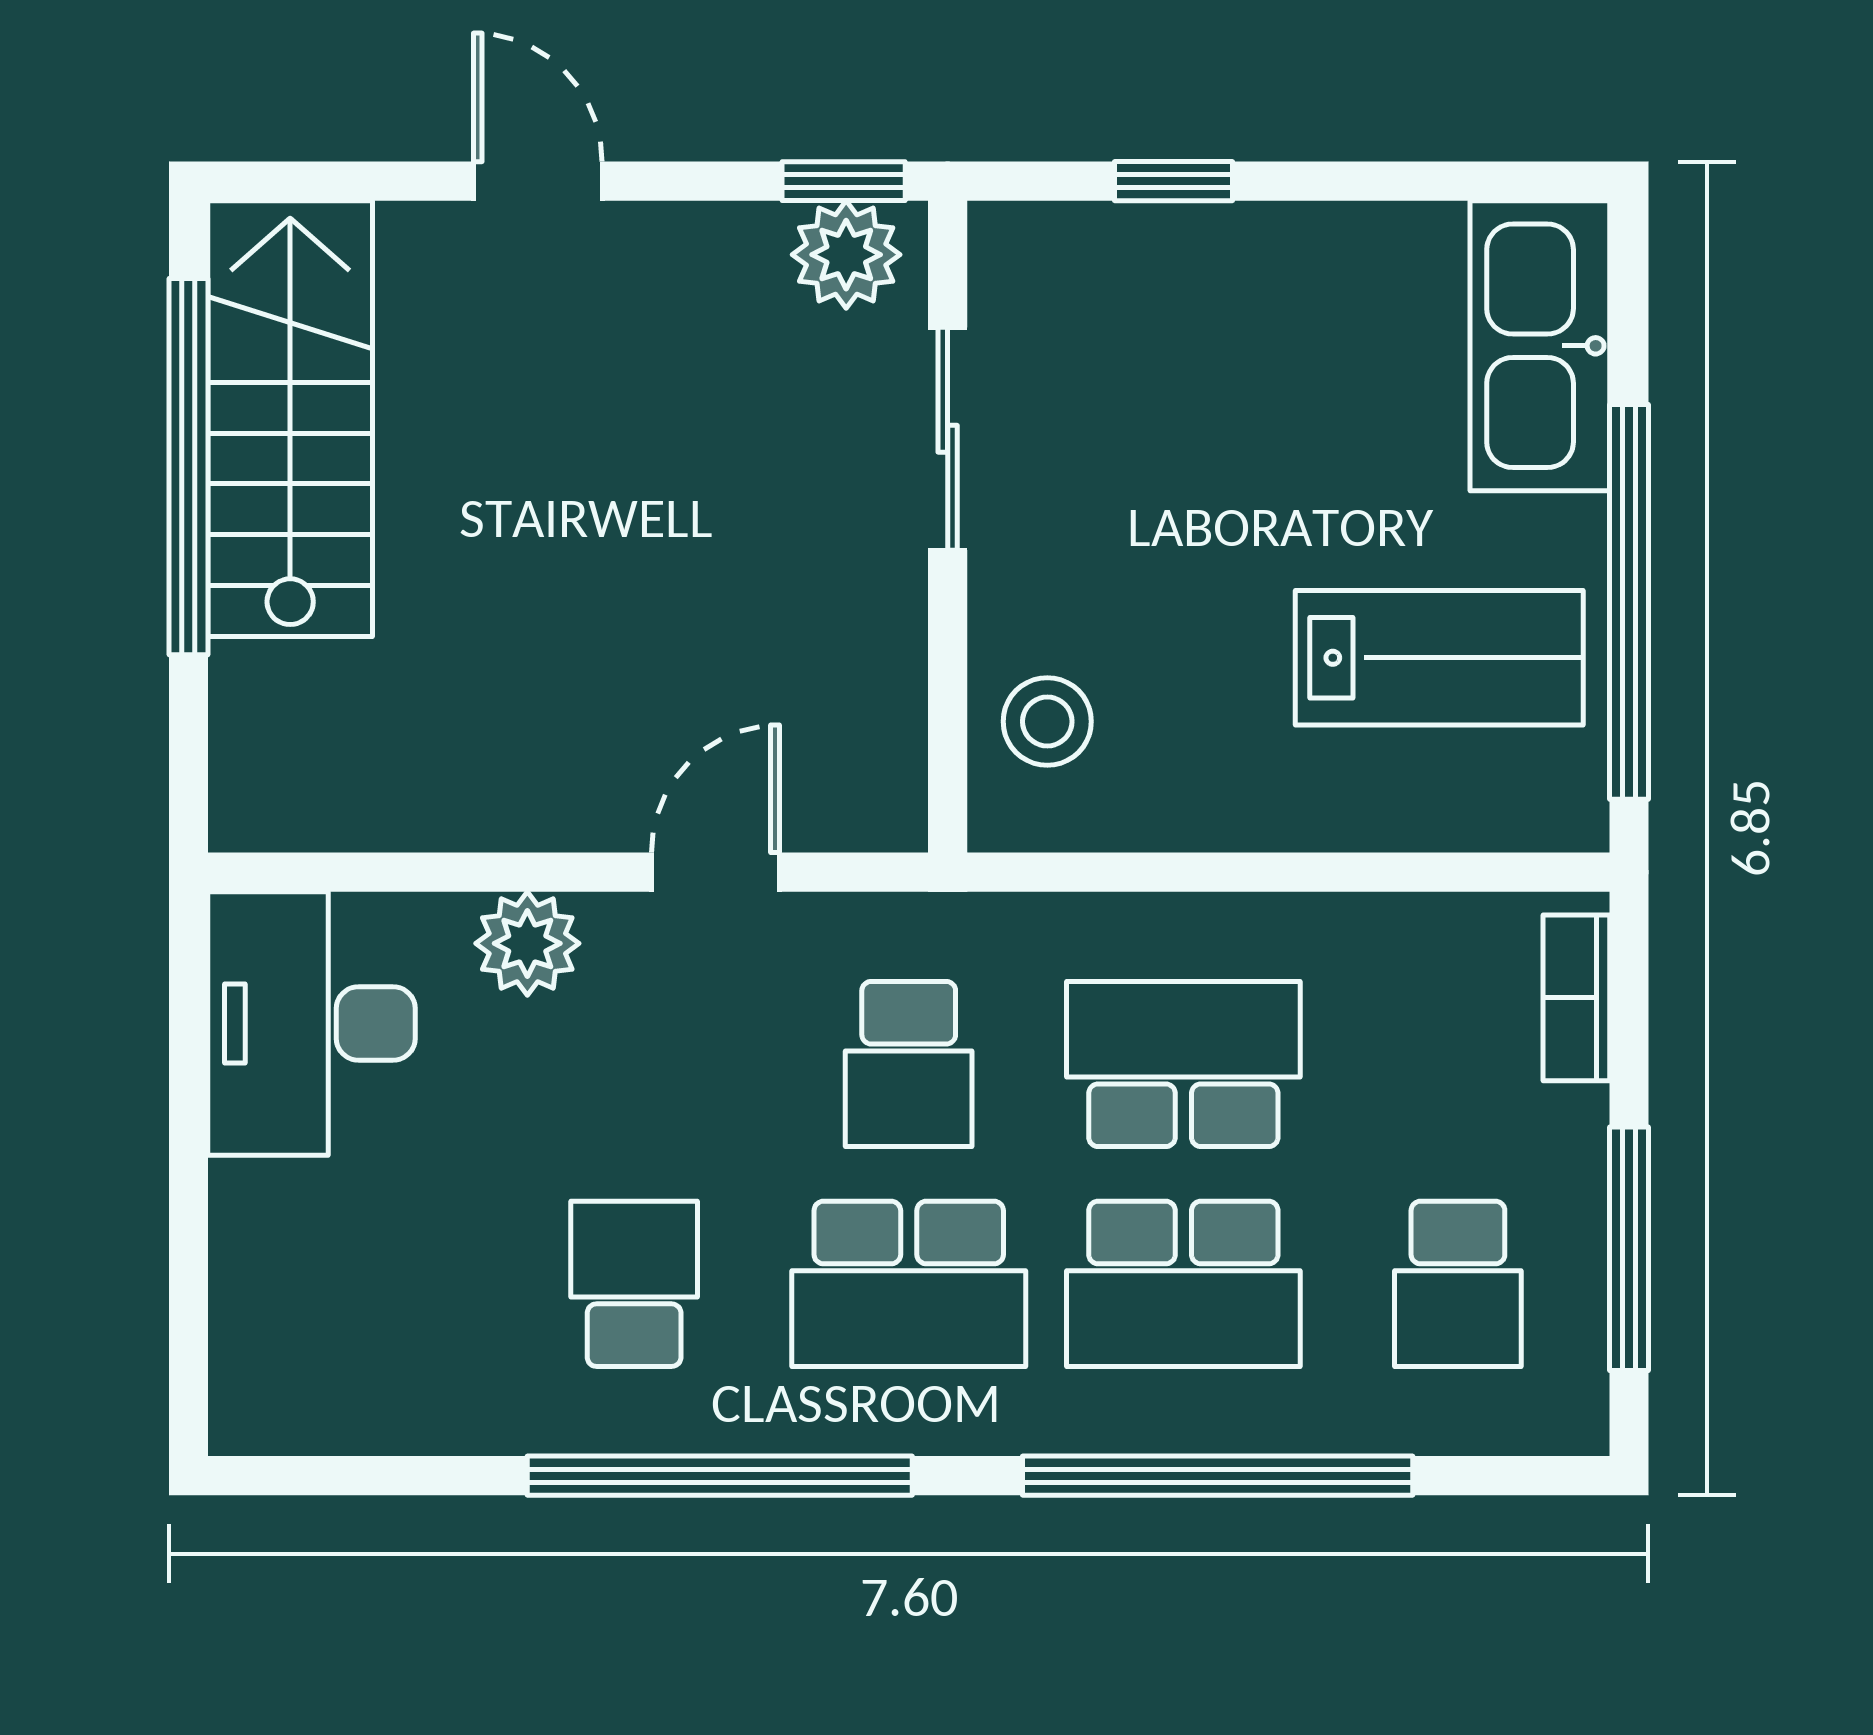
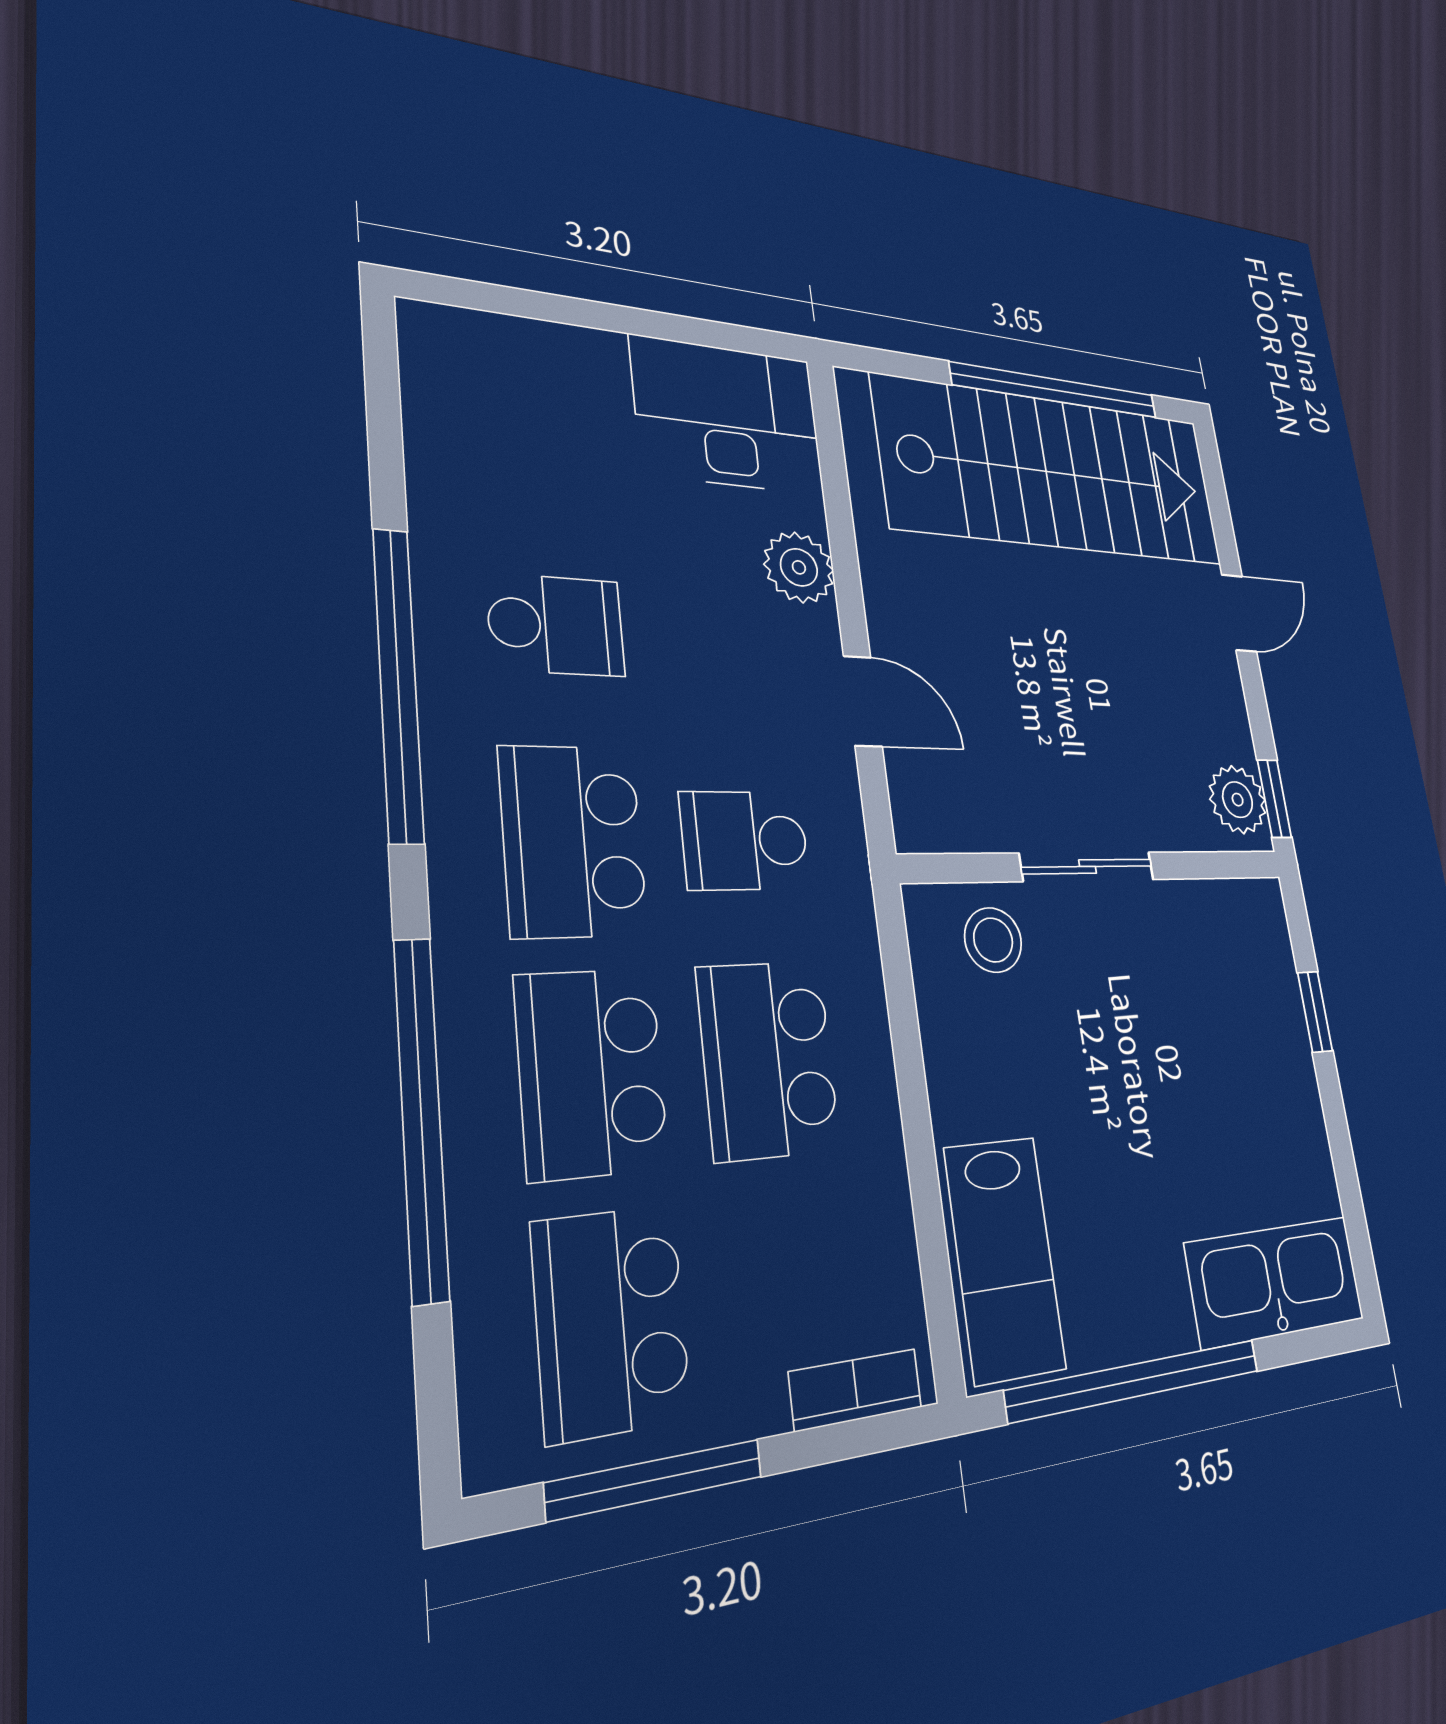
stairs: (290, 419) -> (1053, 472), width x1.36, depth x1.51
sliding door: (948, 439) -> (1088, 867), moved
lab bench: (1439, 658) -> (1005, 1258), moved
school desk: (1183, 1064) -> (768, 1059), turned 180
school desk: (1458, 1284) -> (611, 1321), width x1.85

